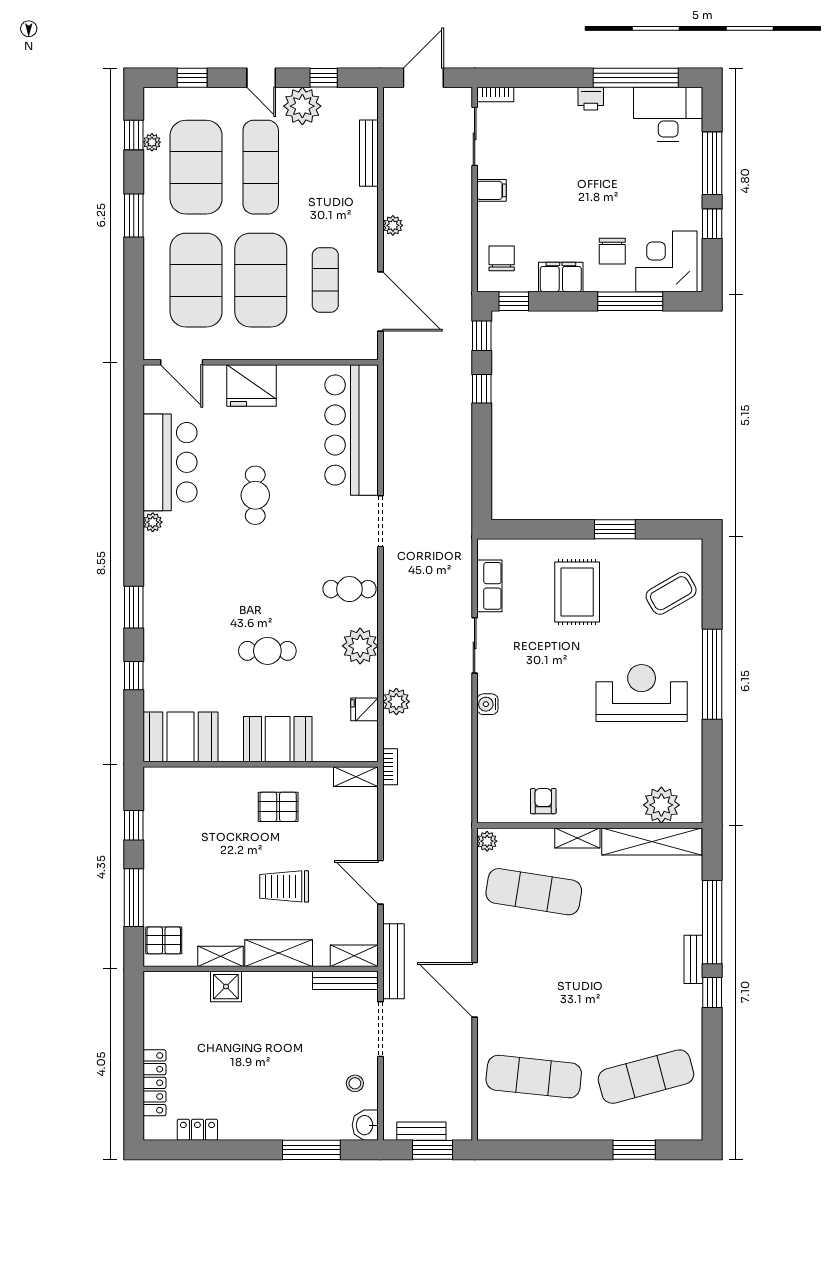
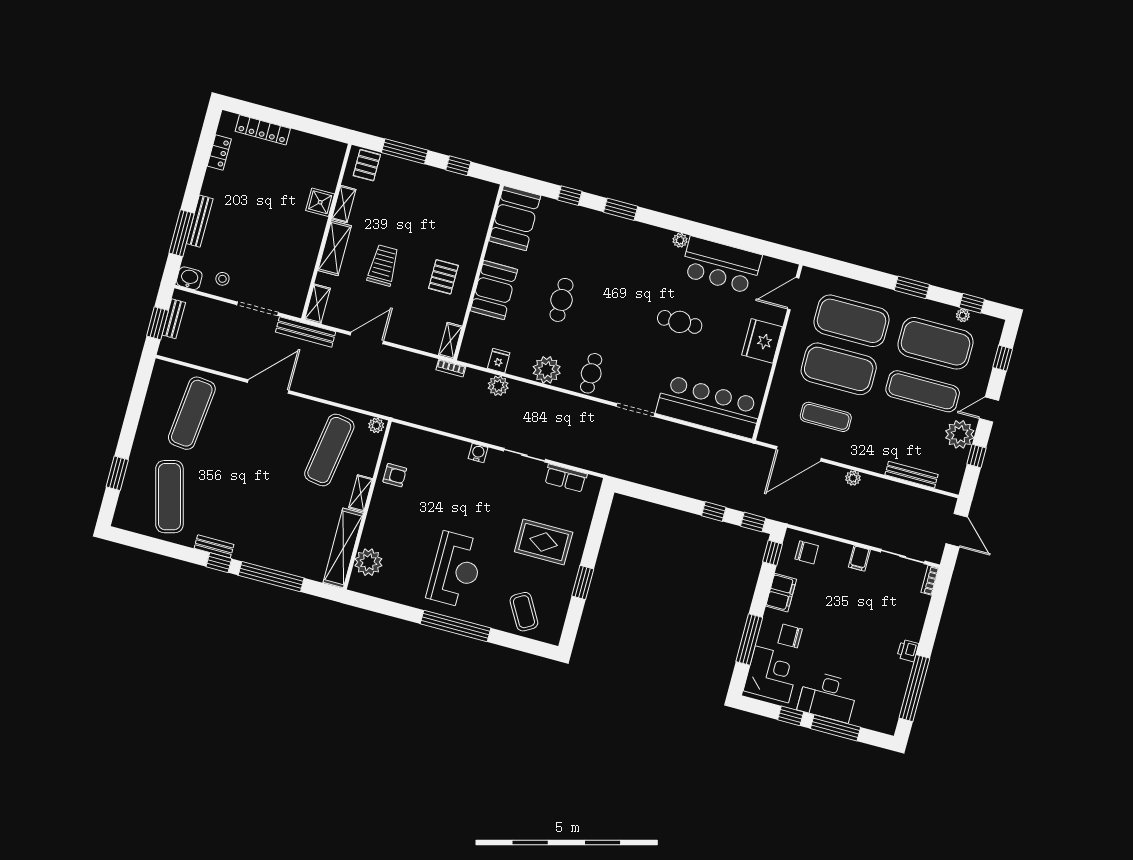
desk: (668, 114) -> (828, 697), moved, turned 90
bench: (693, 959) -> (214, 546), moved
bench: (345, 980) -> (200, 221), moved

